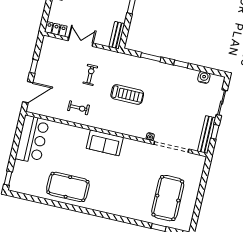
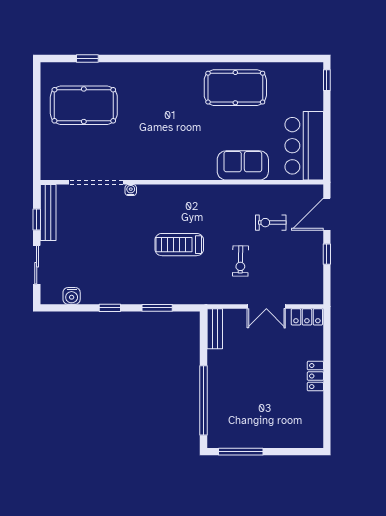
exercise bike: (78, 108) -> (271, 223), moved
sofa: (105, 143) -> (243, 165), moved
pool table: (168, 198) -> (84, 105), turned 90

